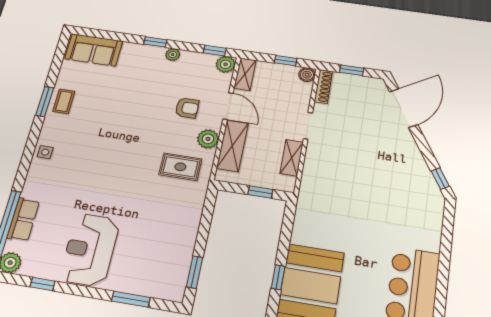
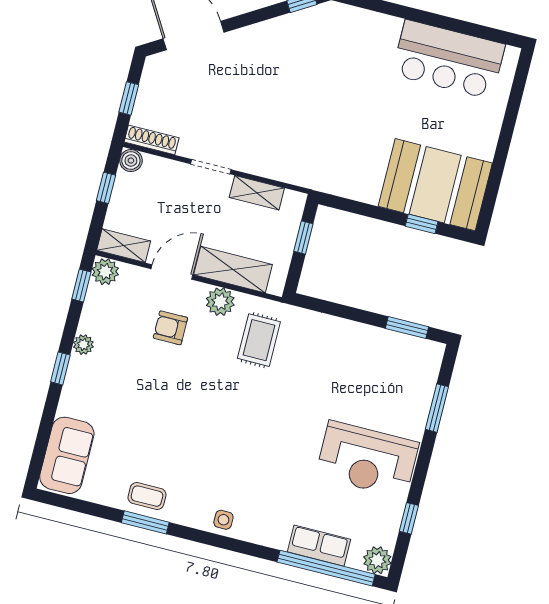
armchair: (187, 108) -> (170, 328), turned -90

